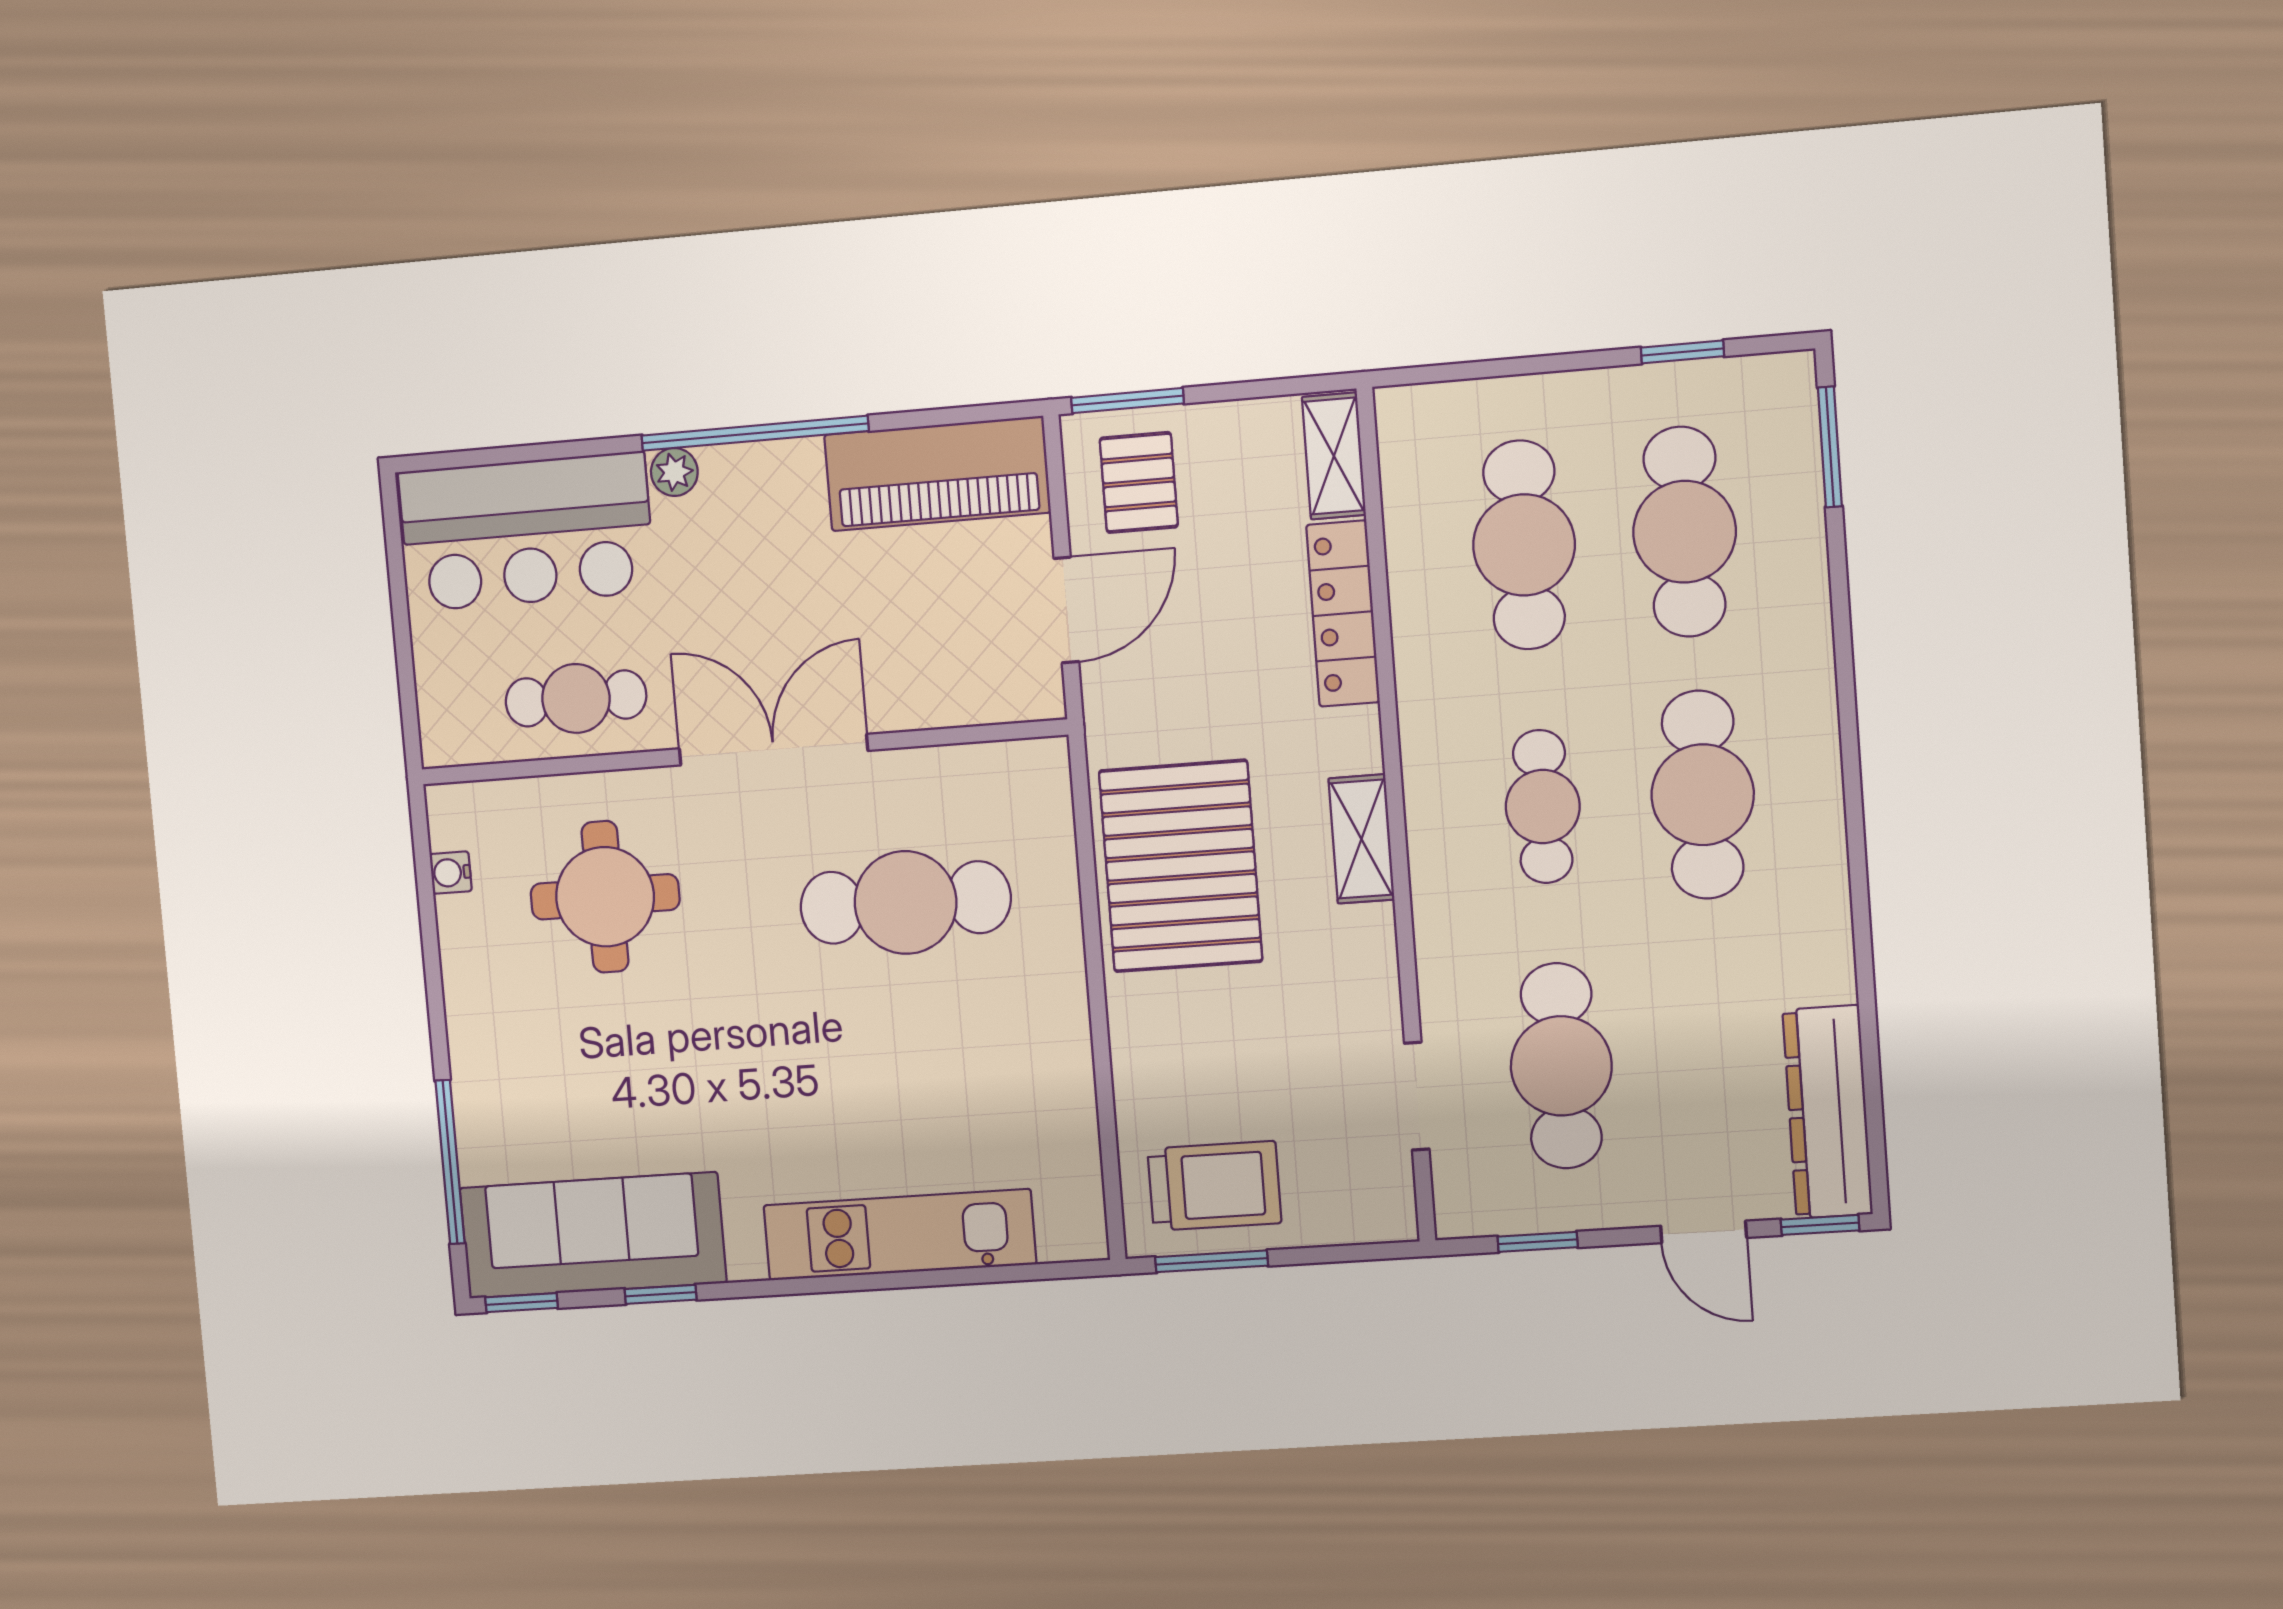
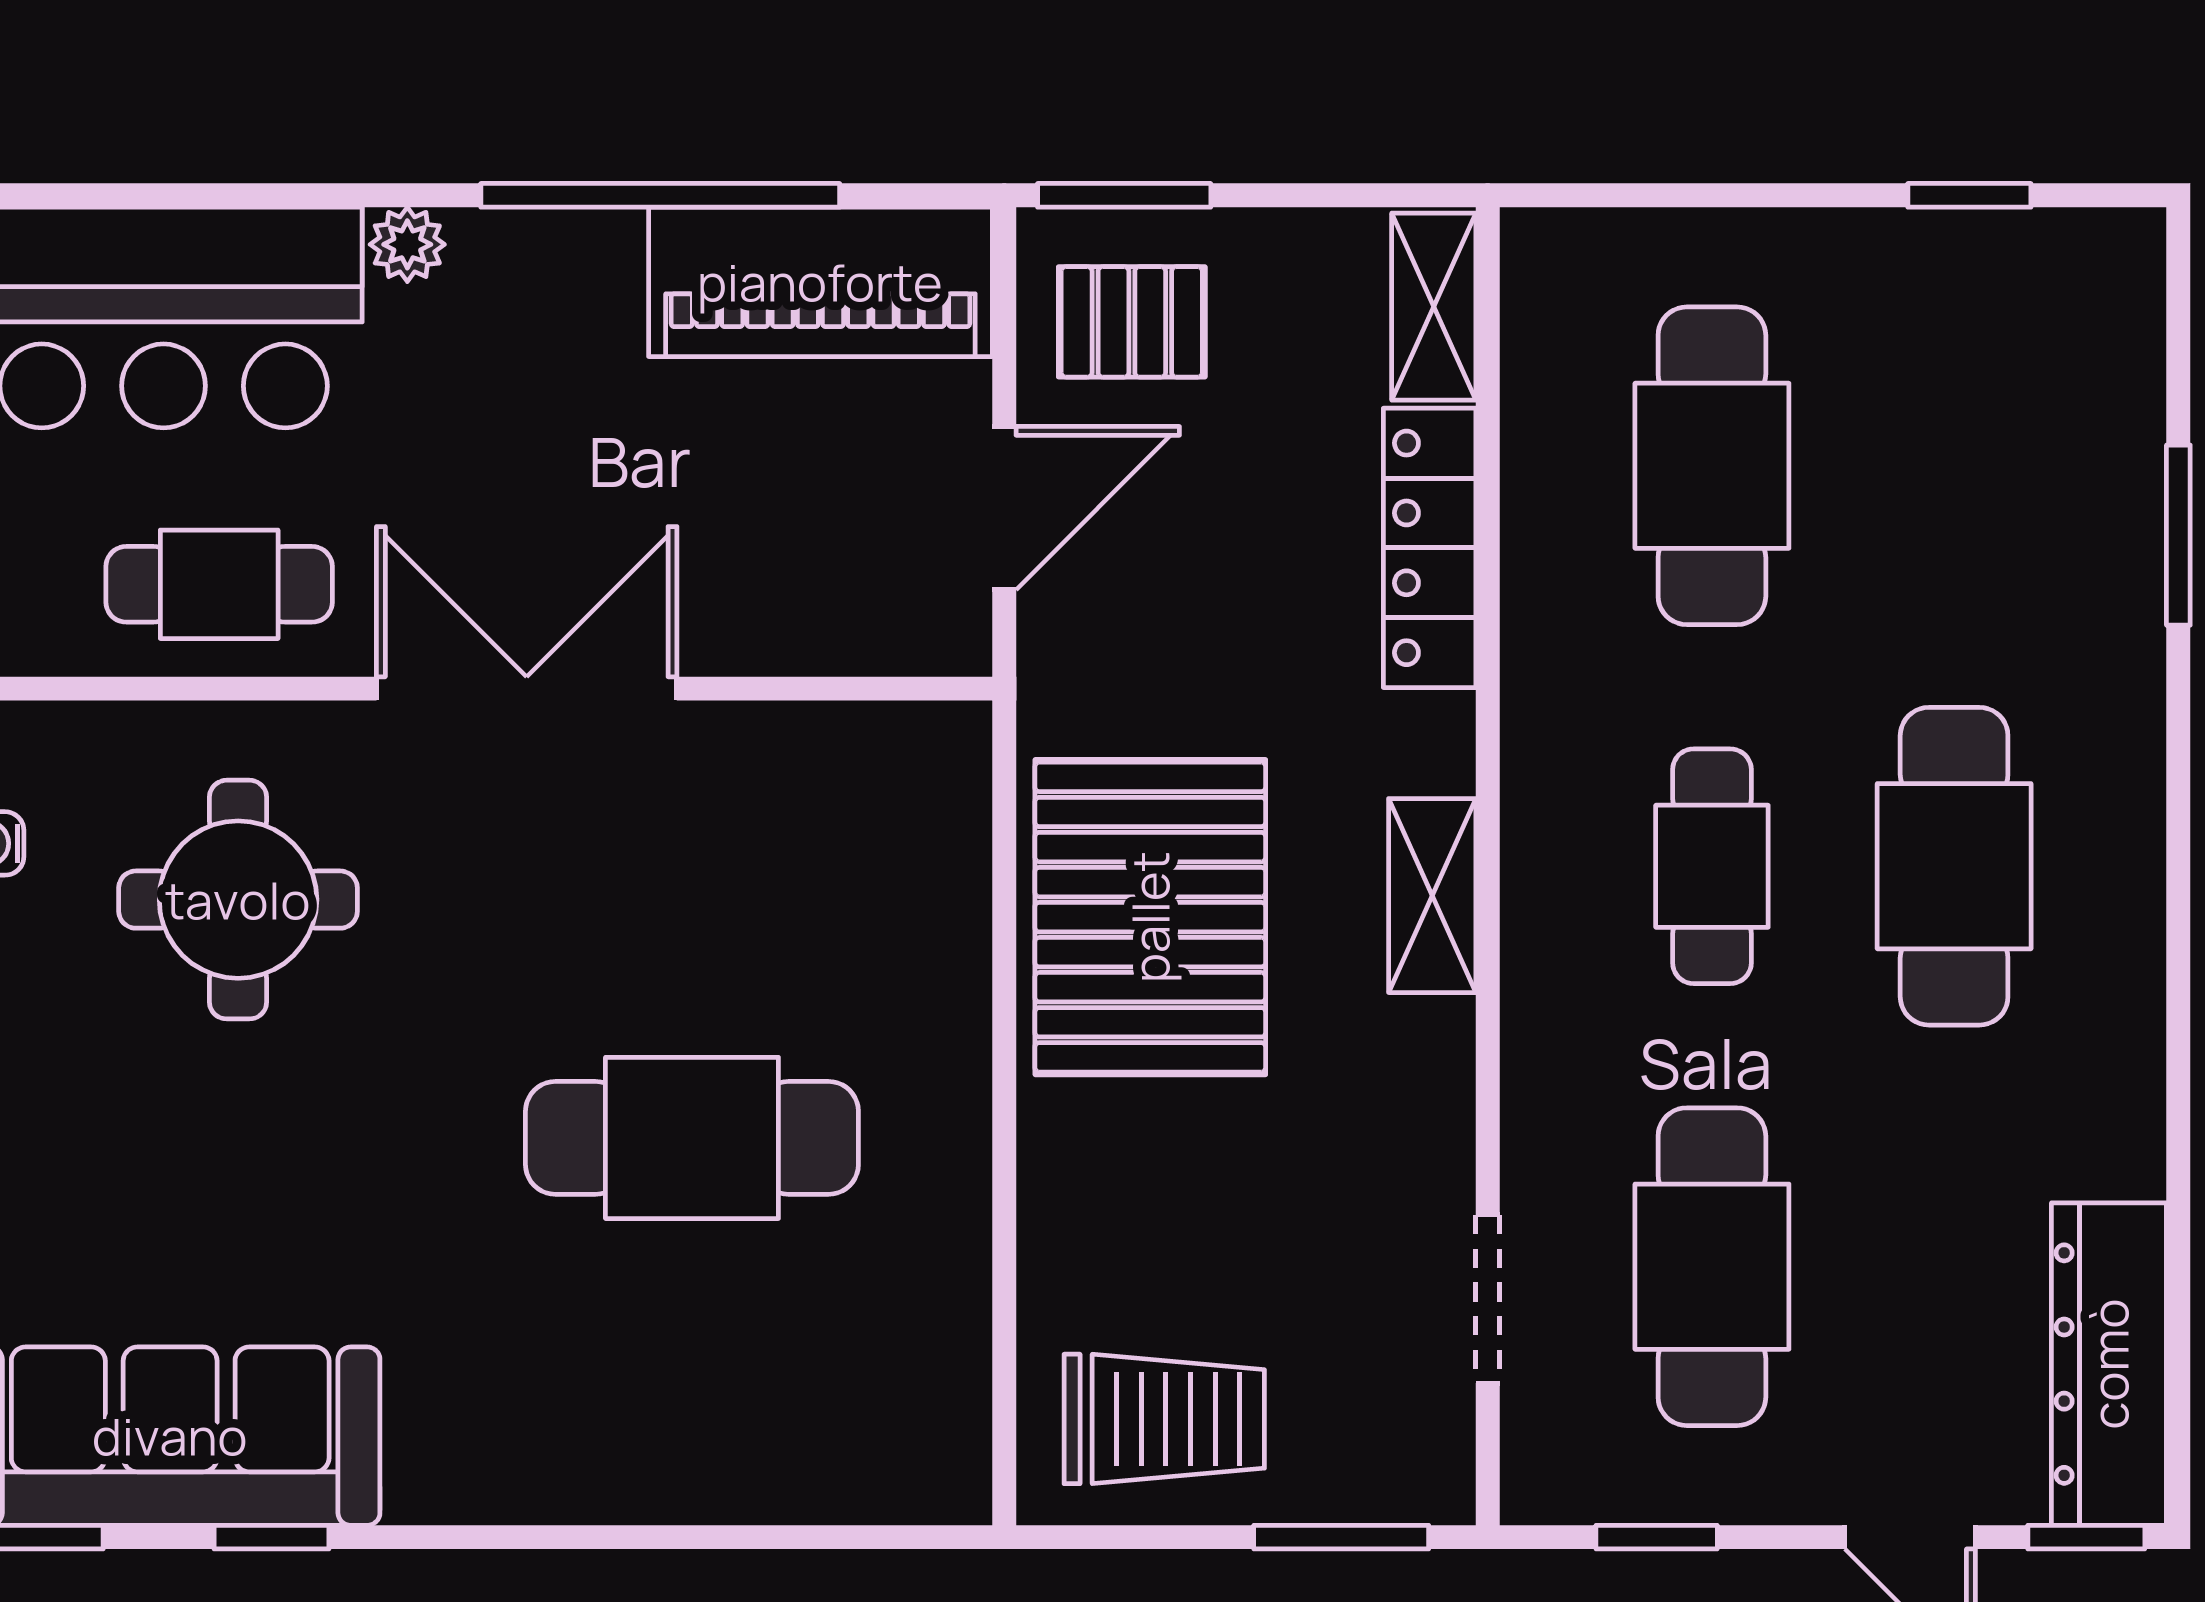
window: (755, 433) -> (660, 195), moved
window: (1830, 447) -> (2178, 535), moved
pallet: (1139, 483) -> (1132, 322), turned 90
cafe table: (1685, 532) -> (1954, 466), removed
cafe table: (906, 902) -> (692, 1138), moved
kitchen unit: (900, 1235) -> (663, 1465), removed
window: (1212, 1261) -> (1341, 1537), moved

